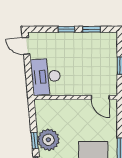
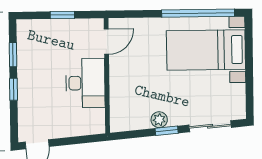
desk: (46, 77) -> (85, 83), moved, turned -85
plant: (48, 140) -> (159, 120), width x0.53, depth x0.53

